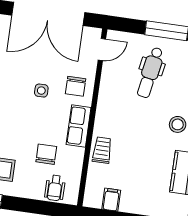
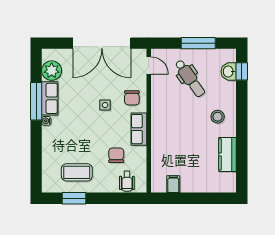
door: (102, 49) -> (149, 65), hinge flipped
dental chair: (150, 72) -> (190, 78), turned -45
trolley: (102, 150) -> (160, 146), removed

